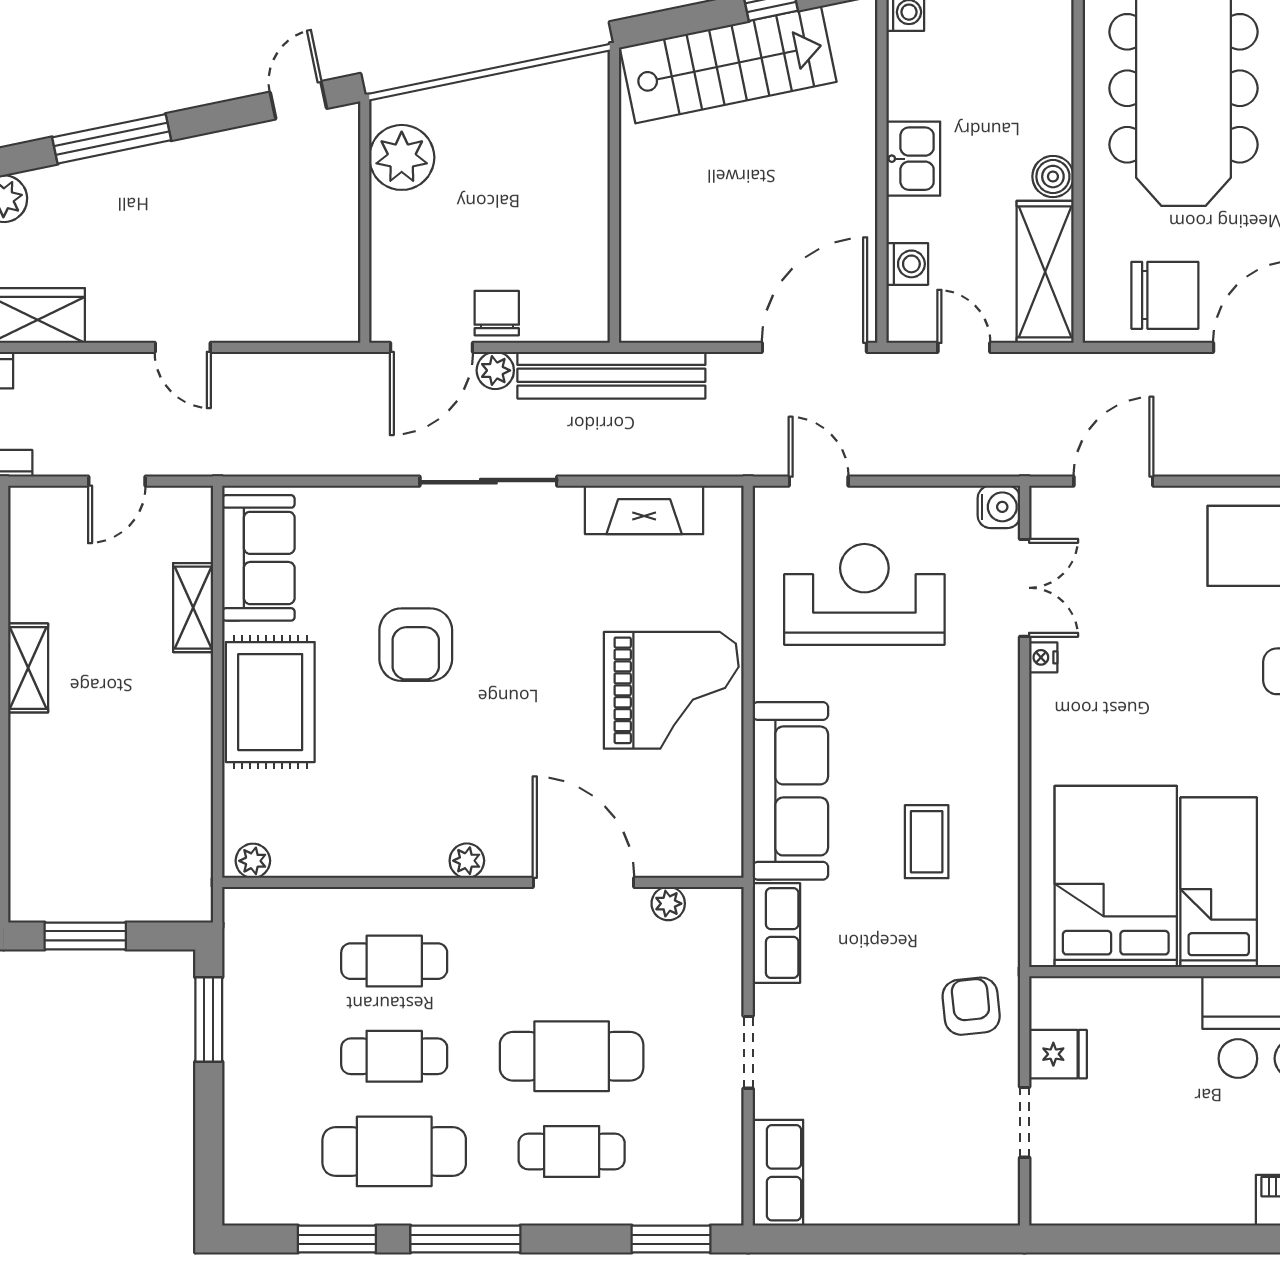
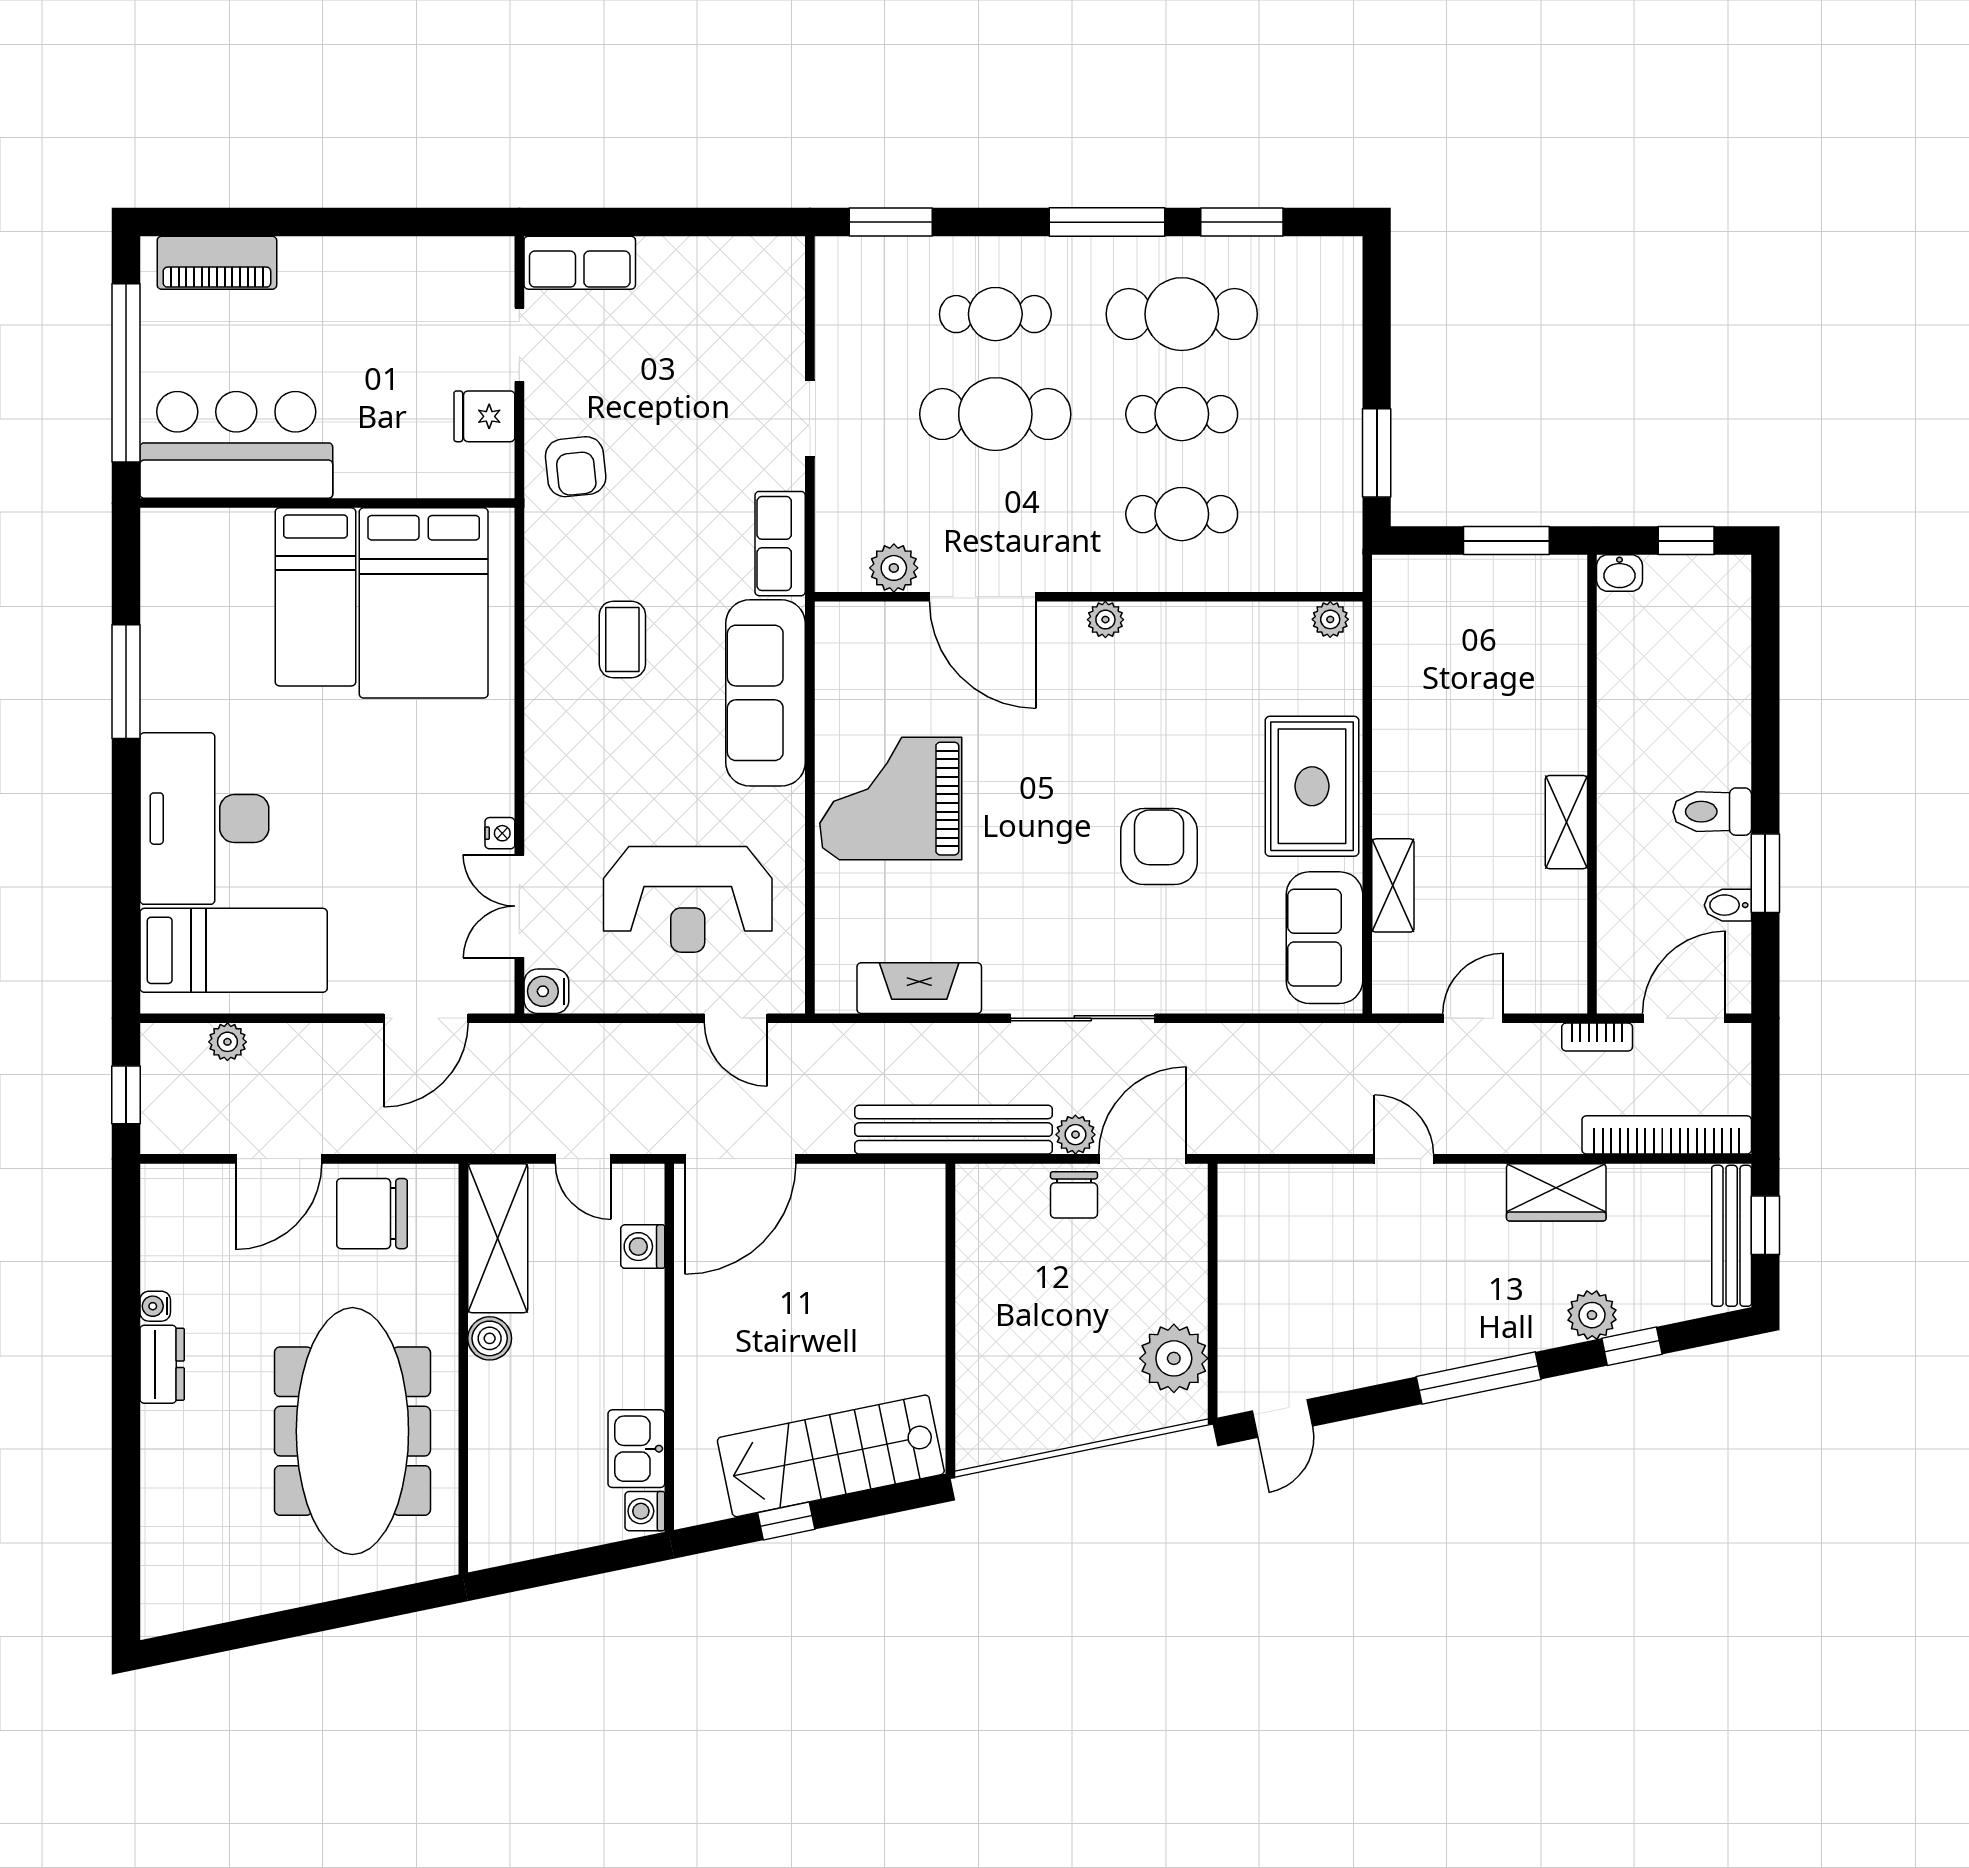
kitchen sink: (913, 159) -> (636, 1449), moved
plant: (668, 904) -> (894, 568), width x1.38, depth x1.38
row of seats: (778, 1173) -> (580, 263), moved, turned -90

